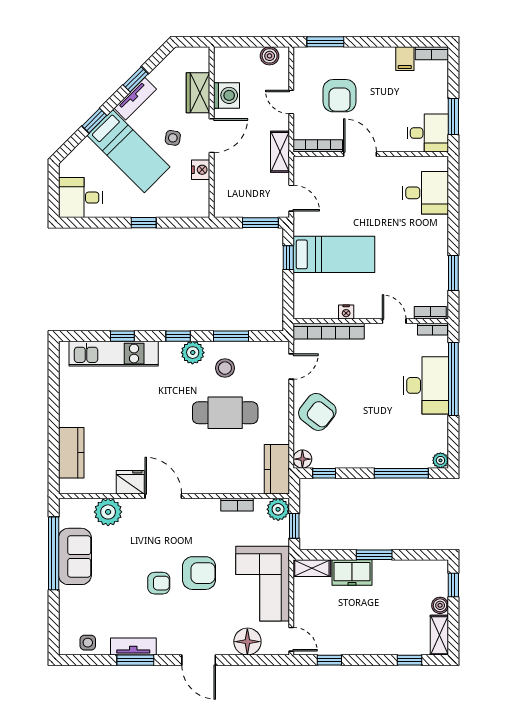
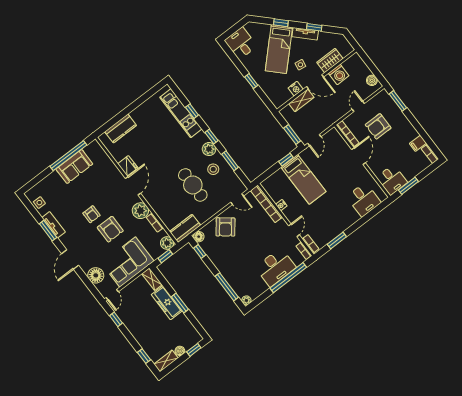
shelving: (280, 152) -> (301, 100), moved
plant: (108, 512) -> (140, 211), moved
freezer: (352, 573) -> (167, 303), width x1.40

